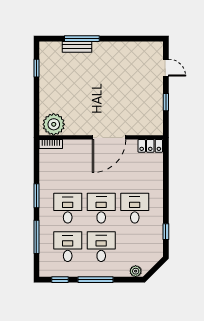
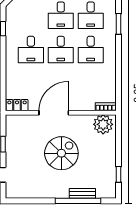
window: (82, 39) -> (78, 201), width x1.46
spiral stairs: (100, 92) -> (61, 153), added
window: (36, 196) -> (118, 61), removed
window: (36, 237) -> (118, 24), width x0.69

